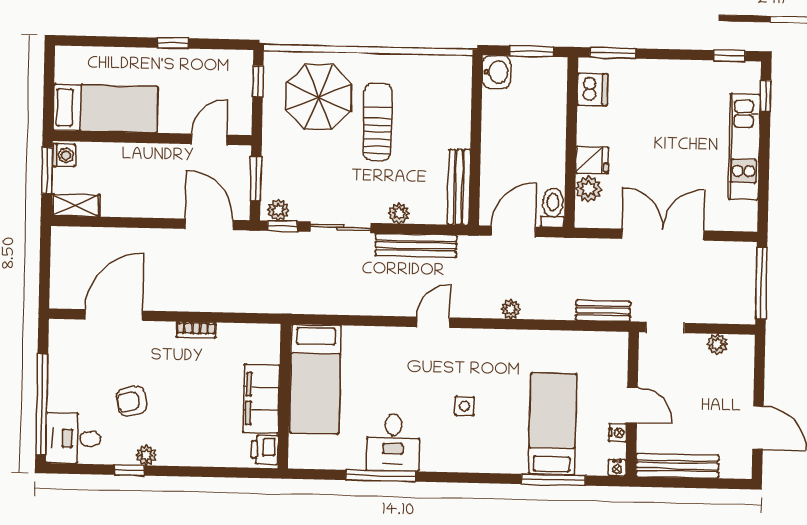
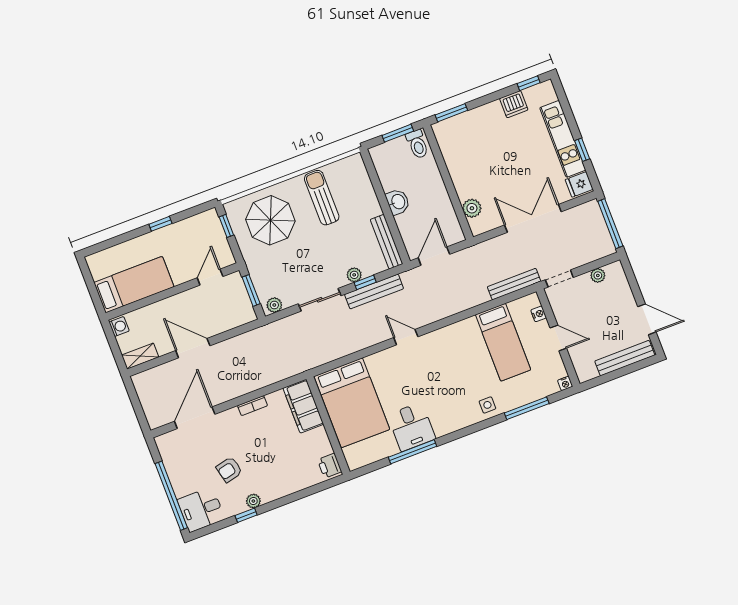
washbasin: (496, 72) -> (398, 202), moved
dishwasher: (592, 89) -> (514, 104), moved, turned 90
window: (766, 96) -> (582, 150), moved
sun lounger: (378, 122) -> (322, 198), moved
fridge: (592, 160) -> (579, 184), moved, turned 180
window: (47, 171) -> (112, 341), removed
toilet: (553, 208) -> (417, 144), moved, turned 180
door: (209, 224) -> (193, 348), moved
window: (282, 226) -> (365, 282), moved
plant: (511, 309) -> (453, 308), removed
bench: (603, 311) -> (514, 284), width x1.36
door: (433, 322) -> (406, 337), hinge flipped
bed: (315, 379) -> (352, 403), width x1.50
filing cabinet: (261, 399) -> (303, 406), moved
side table: (465, 406) -> (487, 405), moved
bed: (553, 424) -> (503, 342), moved, turned 180
nightstand: (618, 433) -> (539, 314), moved
bench: (677, 466) -> (625, 358), moved

